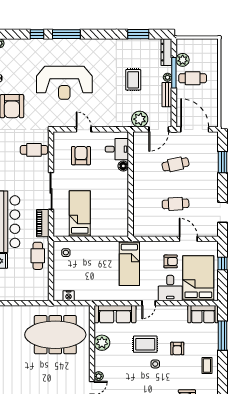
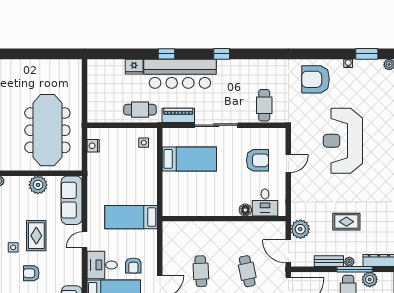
door: (149, 303) -> (85, 240), hinge flipped

